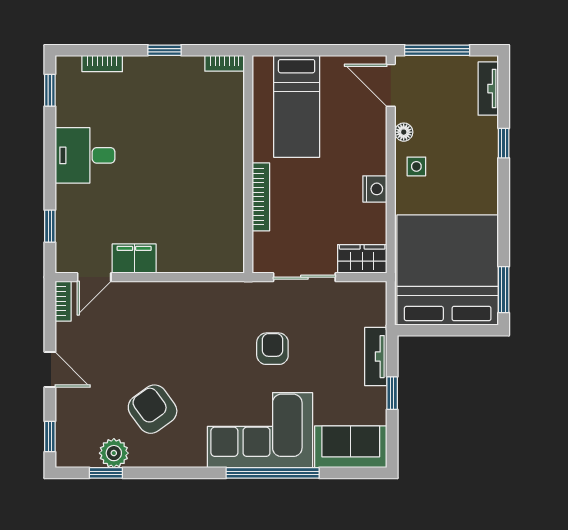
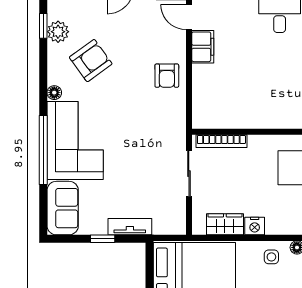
bookcase: (261, 197) -> (221, 141), moved
wardrobe: (362, 259) -> (225, 224), moved, turned -90
armchair: (272, 349) -> (167, 76), moved, turned 90
floor lamp: (196, 458) -> (54, 93), added

